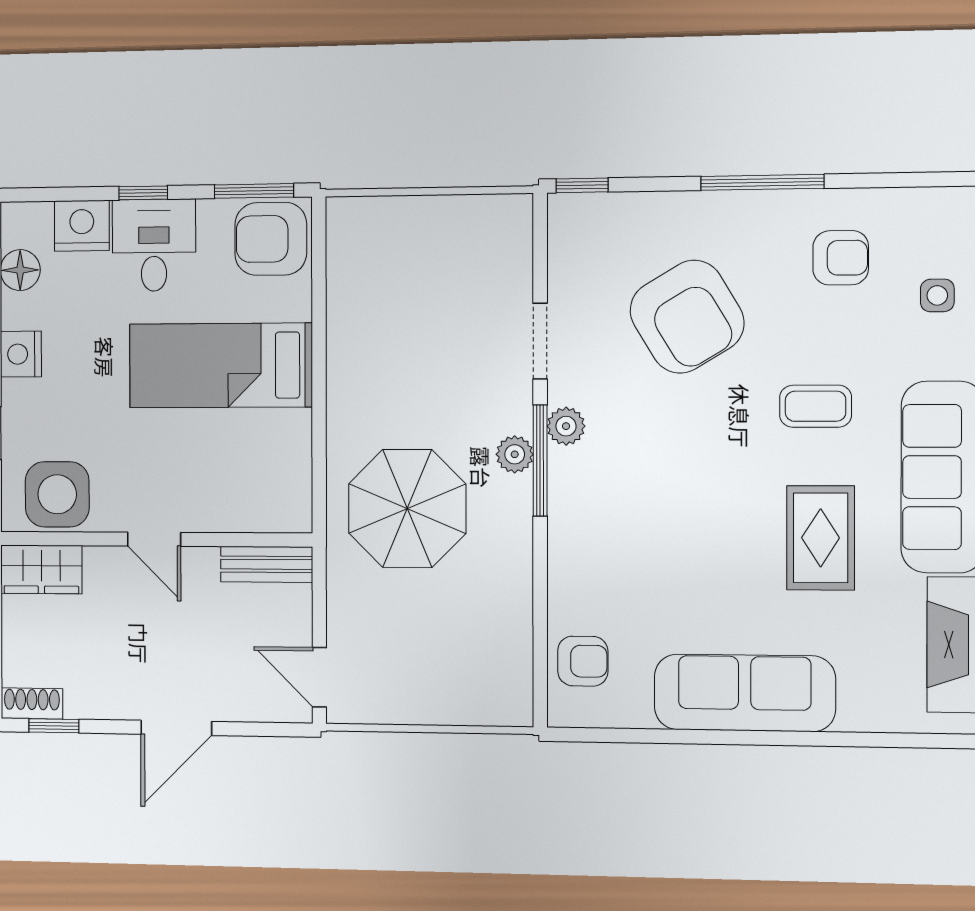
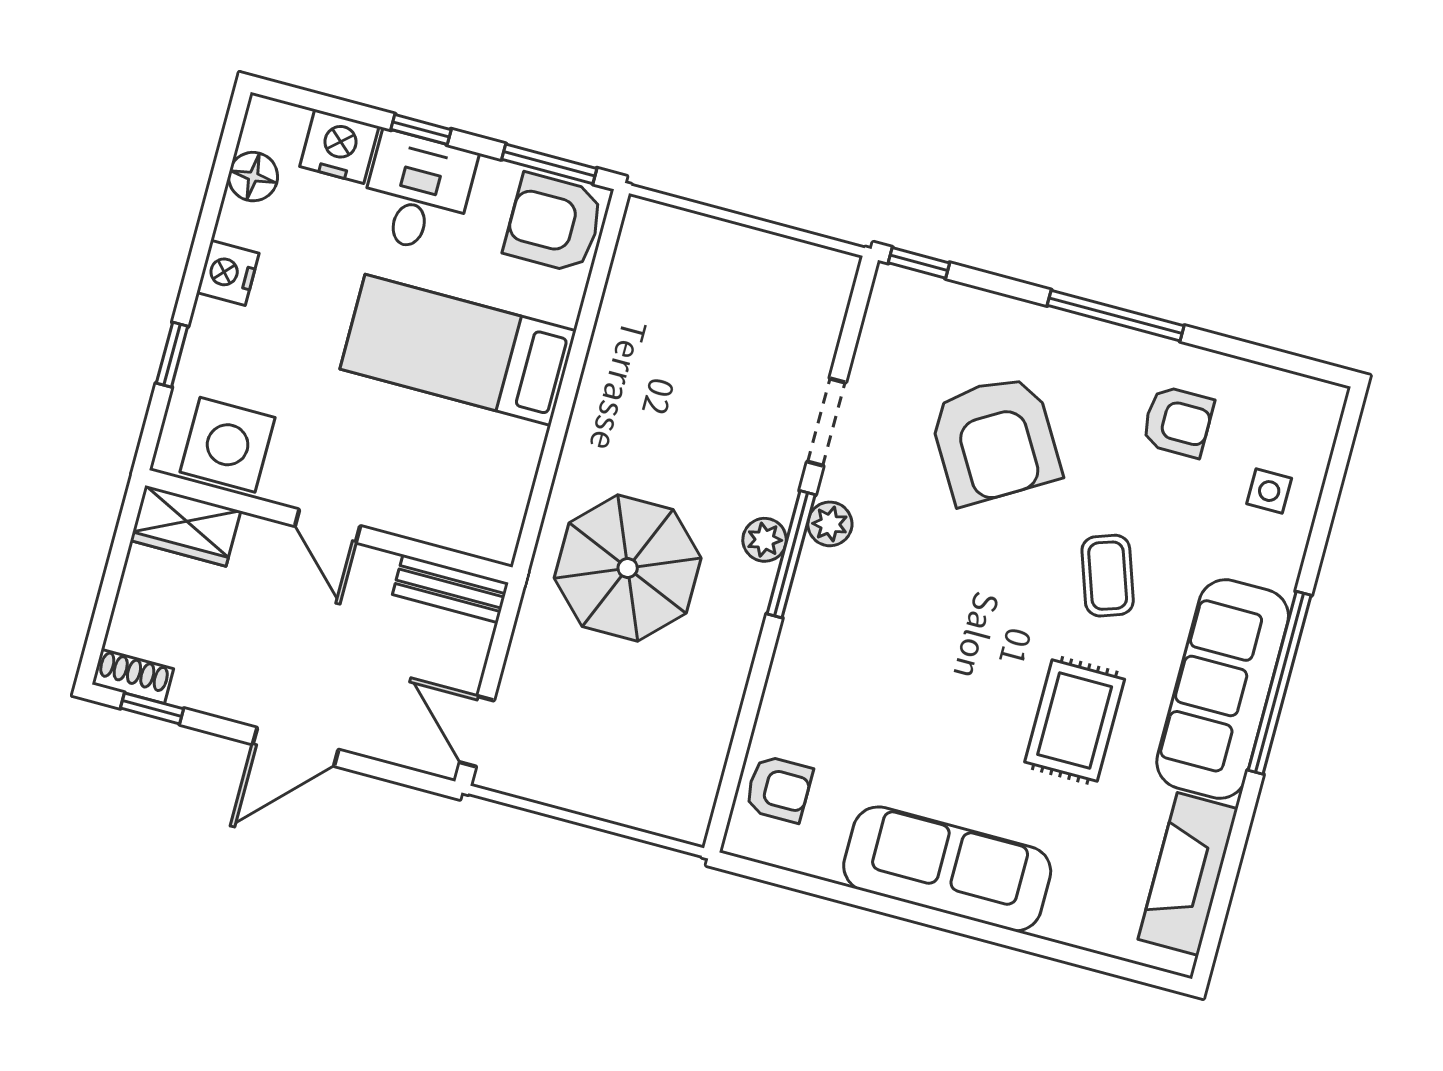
coffee table: (816, 406) -> (1108, 576), turned 71

